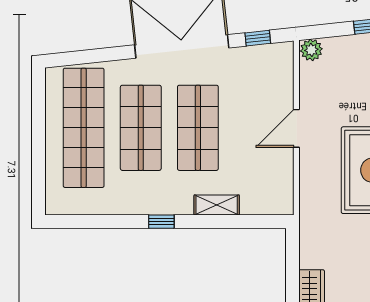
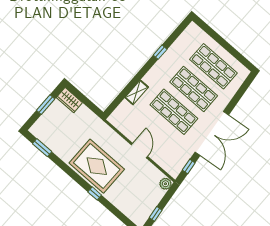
shop shelf: (84, 128) -> (213, 66), width x0.71
window: (161, 222) -> (160, 52), moved

